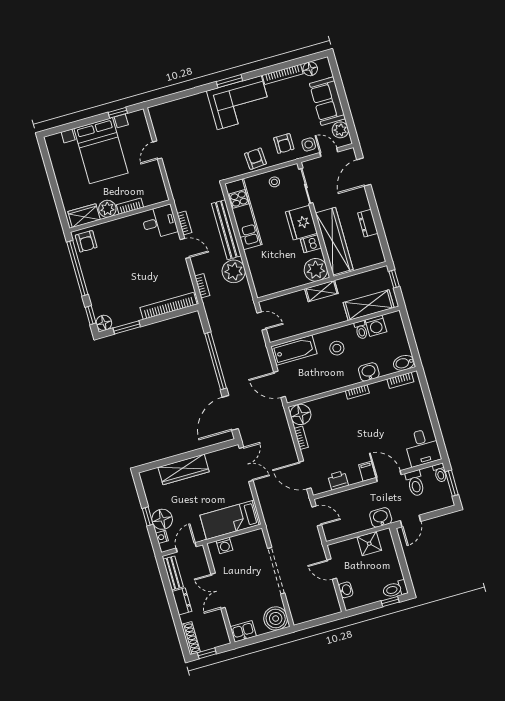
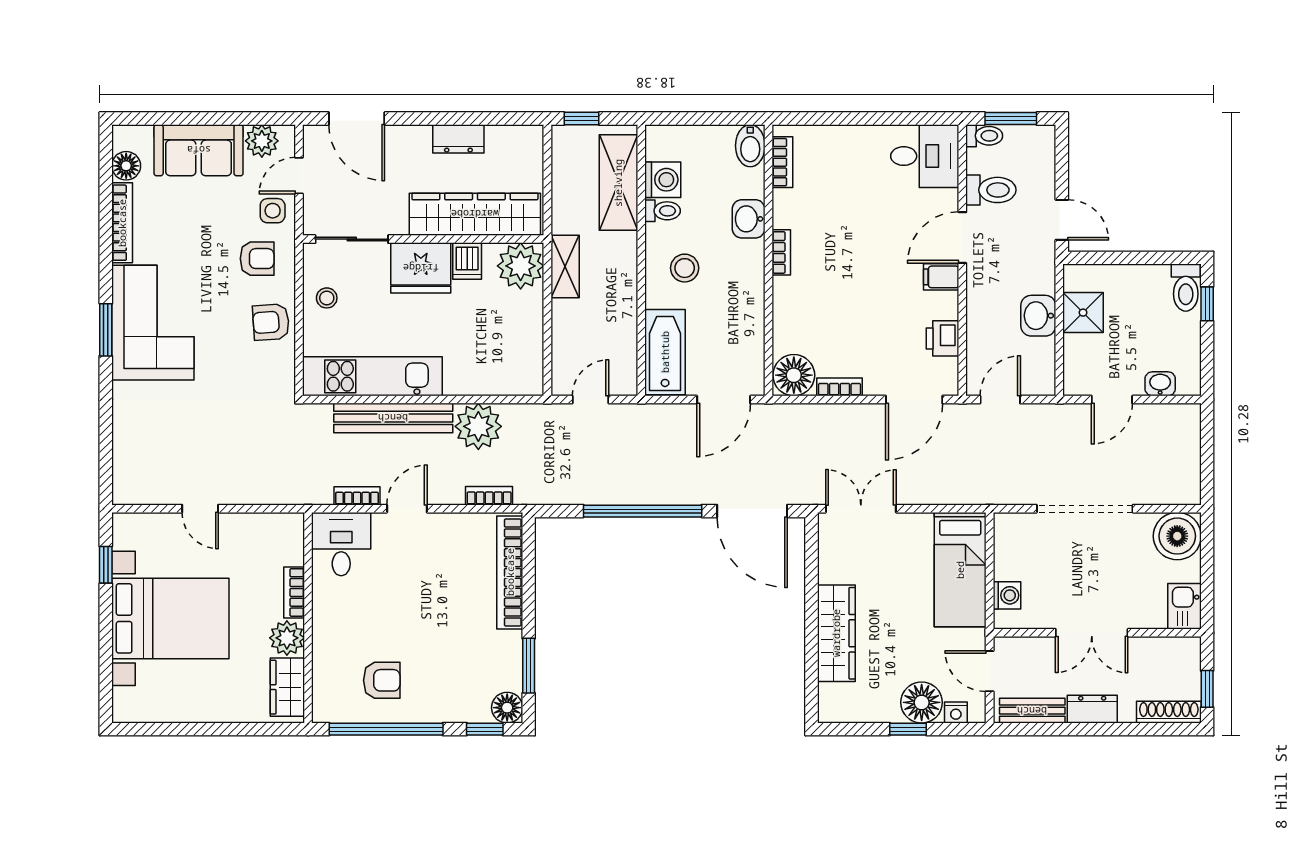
armchair: (86, 241) -> (382, 680), moved
washbasin: (381, 517) -> (1038, 316), moved

